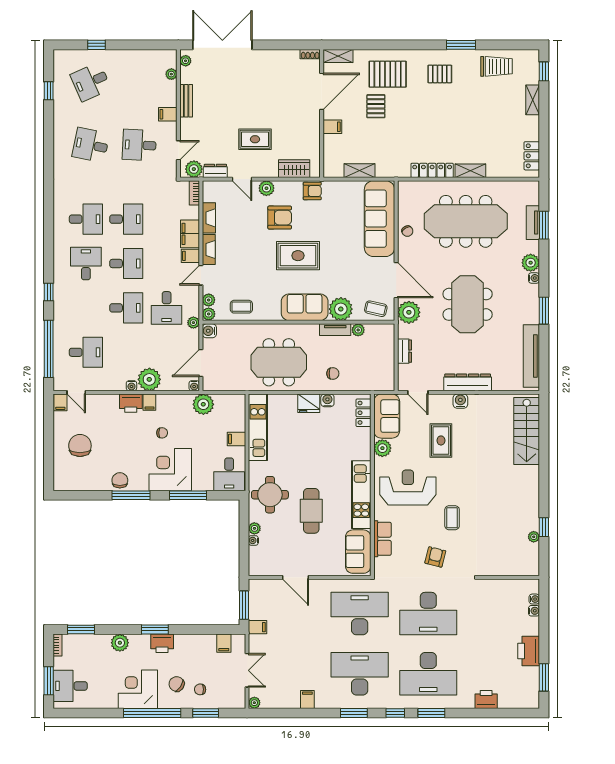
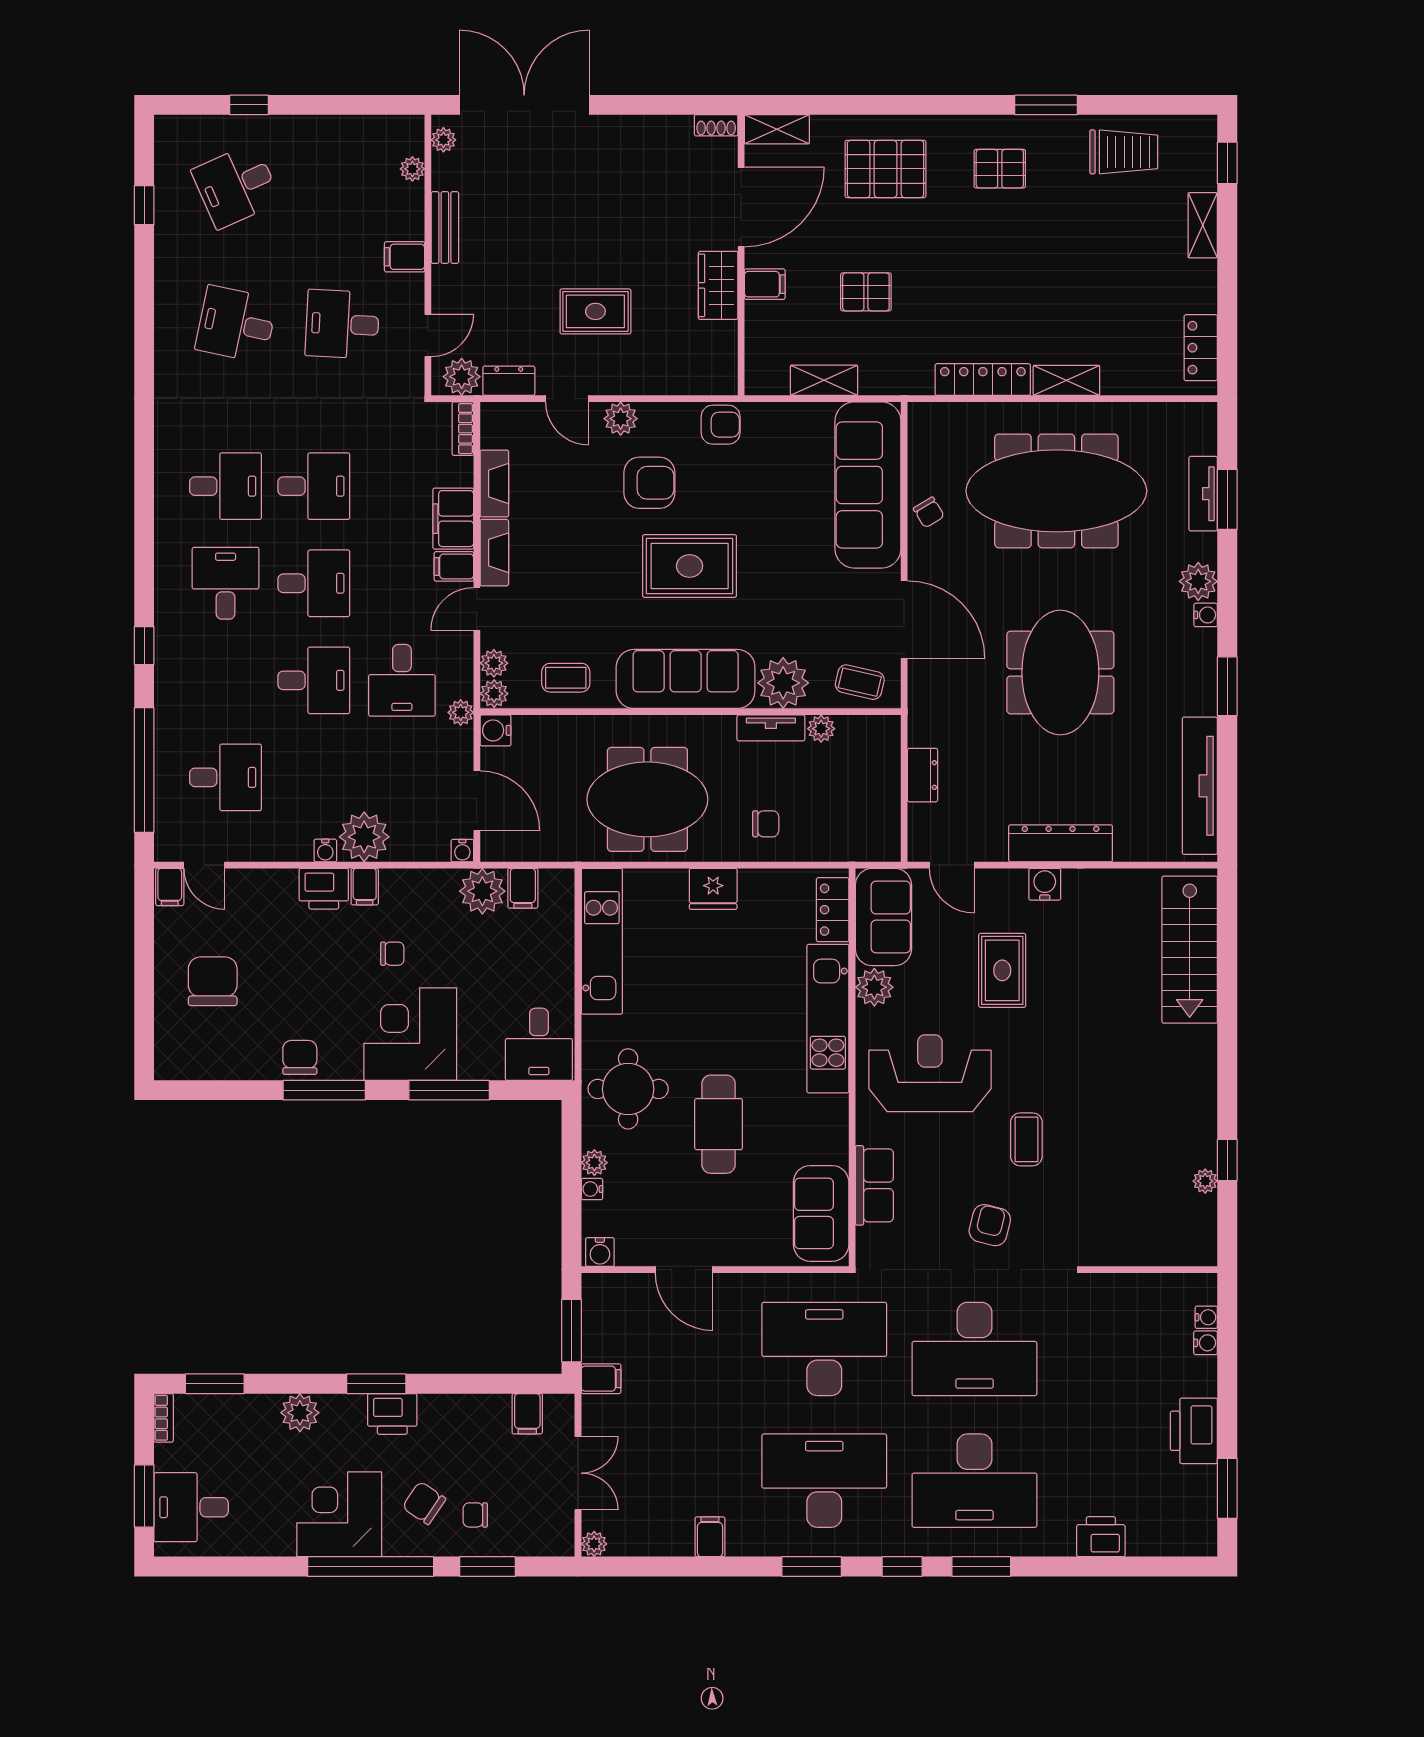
pallet: (376, 106) -> (866, 292), moved, turned 90
wardrobe: (294, 169) -> (718, 285), moved, turned -90
sofa: (305, 307) -> (686, 679), width x1.36
plant: (409, 312) -> (932, 690), removed
door: (201, 363) -> (477, 801), swing flipped
water cooler: (327, 400) -> (600, 1252), moved, turned 180
filing cabinet: (236, 439) -> (523, 888), moved, turned -90
kitchen unit: (361, 495) -> (828, 1019), moved

